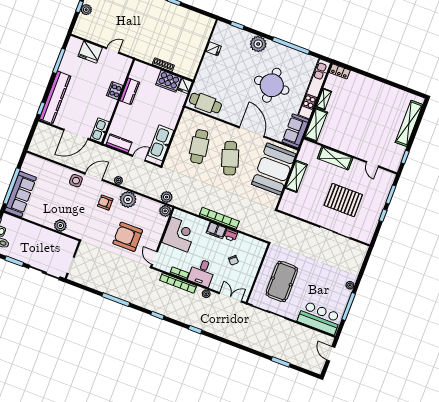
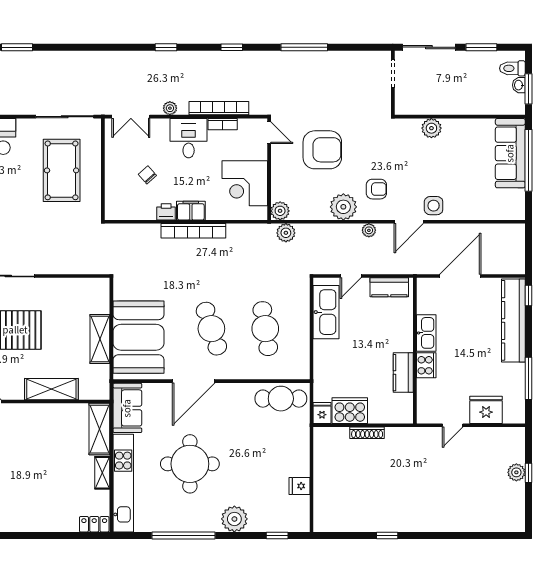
kitchen sink: (100, 130) -> (426, 333), moved
door: (252, 132) -> (194, 381), hinge flipped

